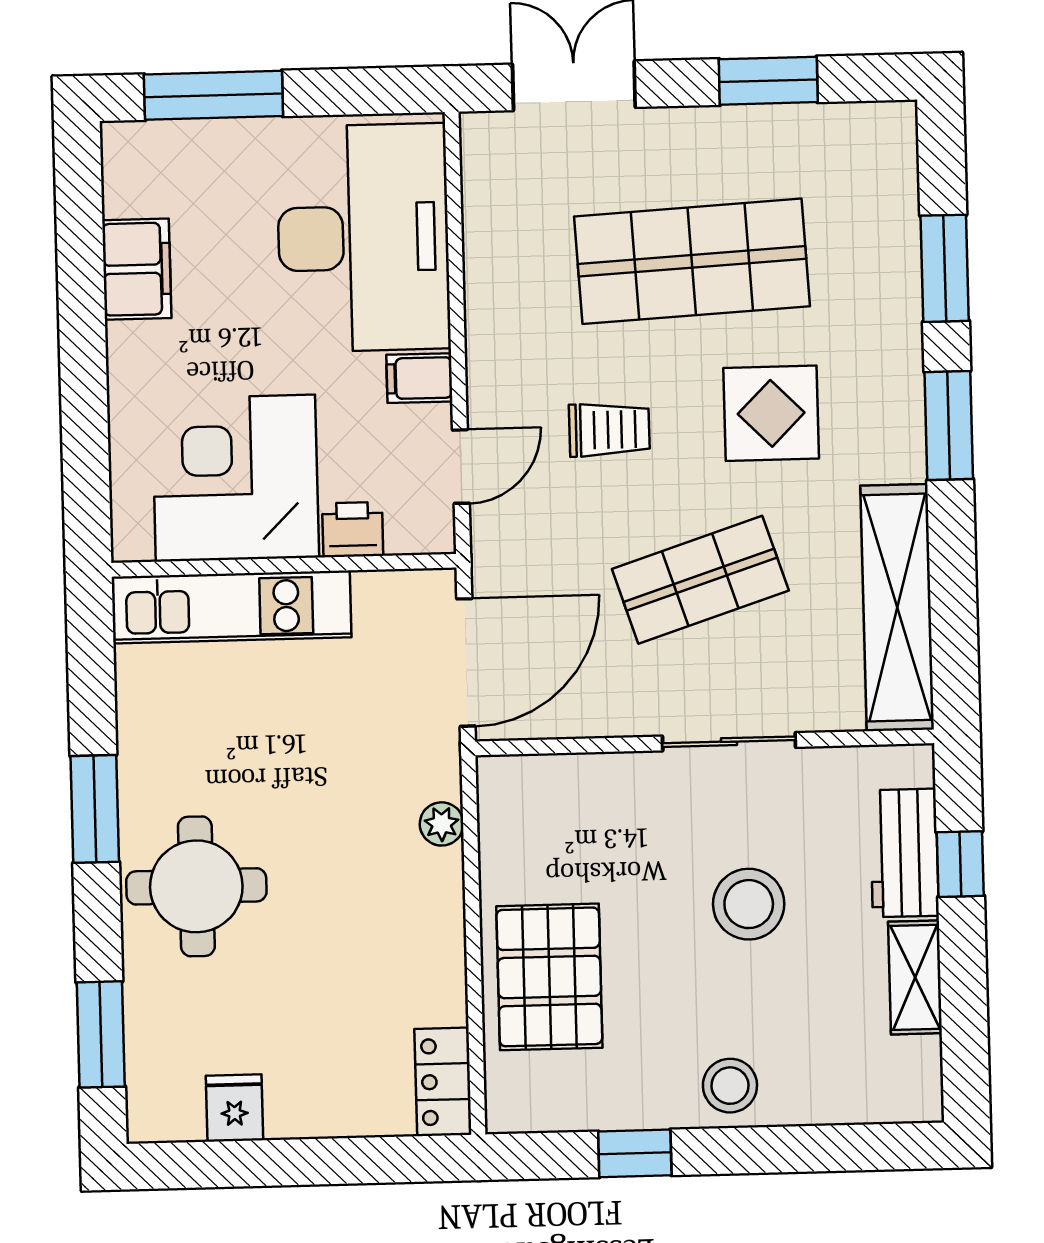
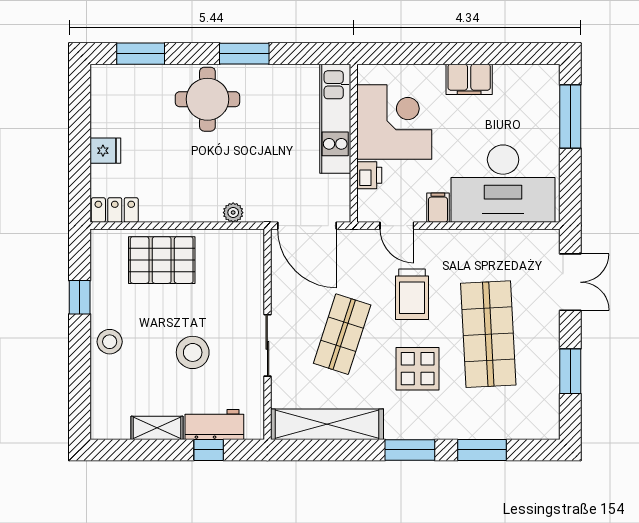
filing cabinet: (137, 269) -> (469, 79), moved
trolley: (609, 430) -> (412, 294), width x1.36, depth x1.39
shop shelf: (700, 580) -> (342, 334), turned 36
fridge: (234, 1108) -> (105, 151), moved

